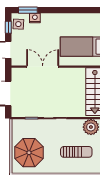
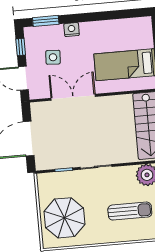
nightstand: (35, 18) -> (72, 30), moved
side table: (18, 24) -> (53, 57), moved

